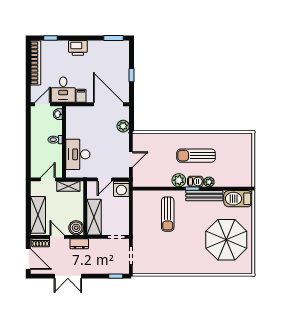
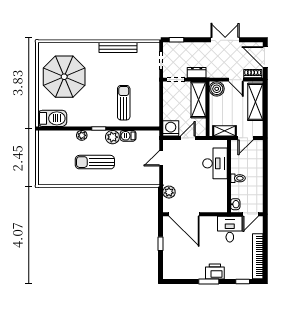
window: (114, 38) -> (209, 282), moved
filing cabinet: (81, 96) -> (212, 223), removed
sun lounger: (196, 156) -> (95, 162), turned 180
barbecue: (195, 181) -> (128, 136), moved
bench: (204, 196) -> (118, 47), moved
dresser: (79, 244) -> (197, 73), moved

